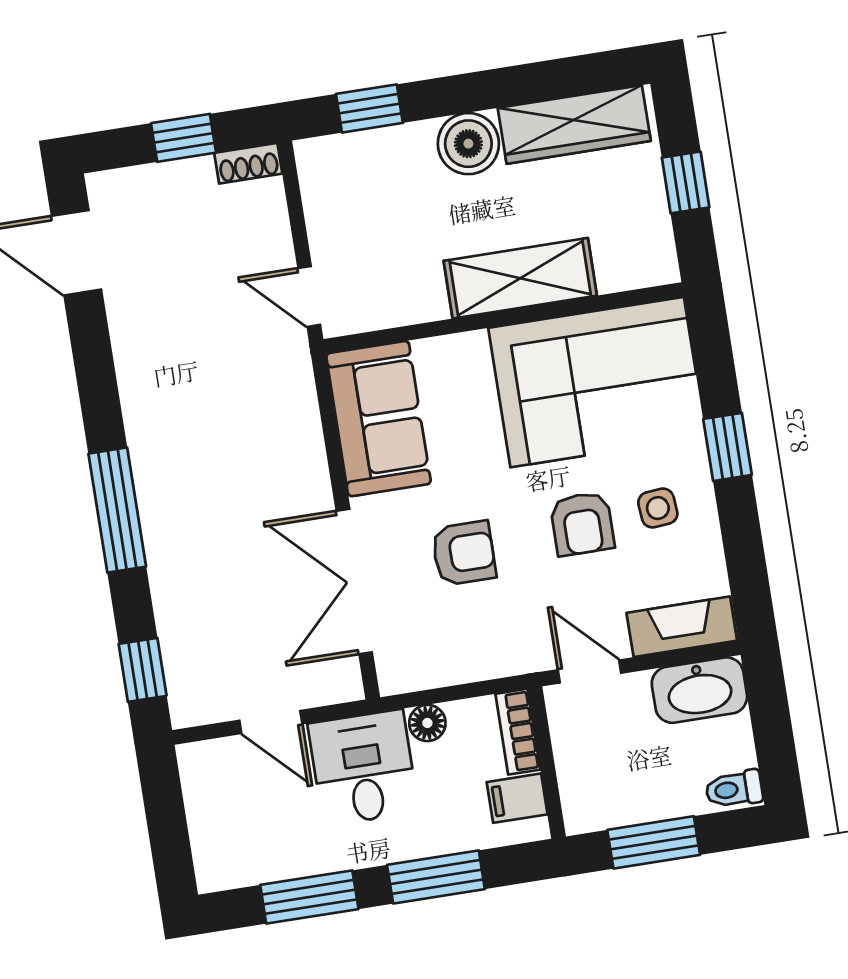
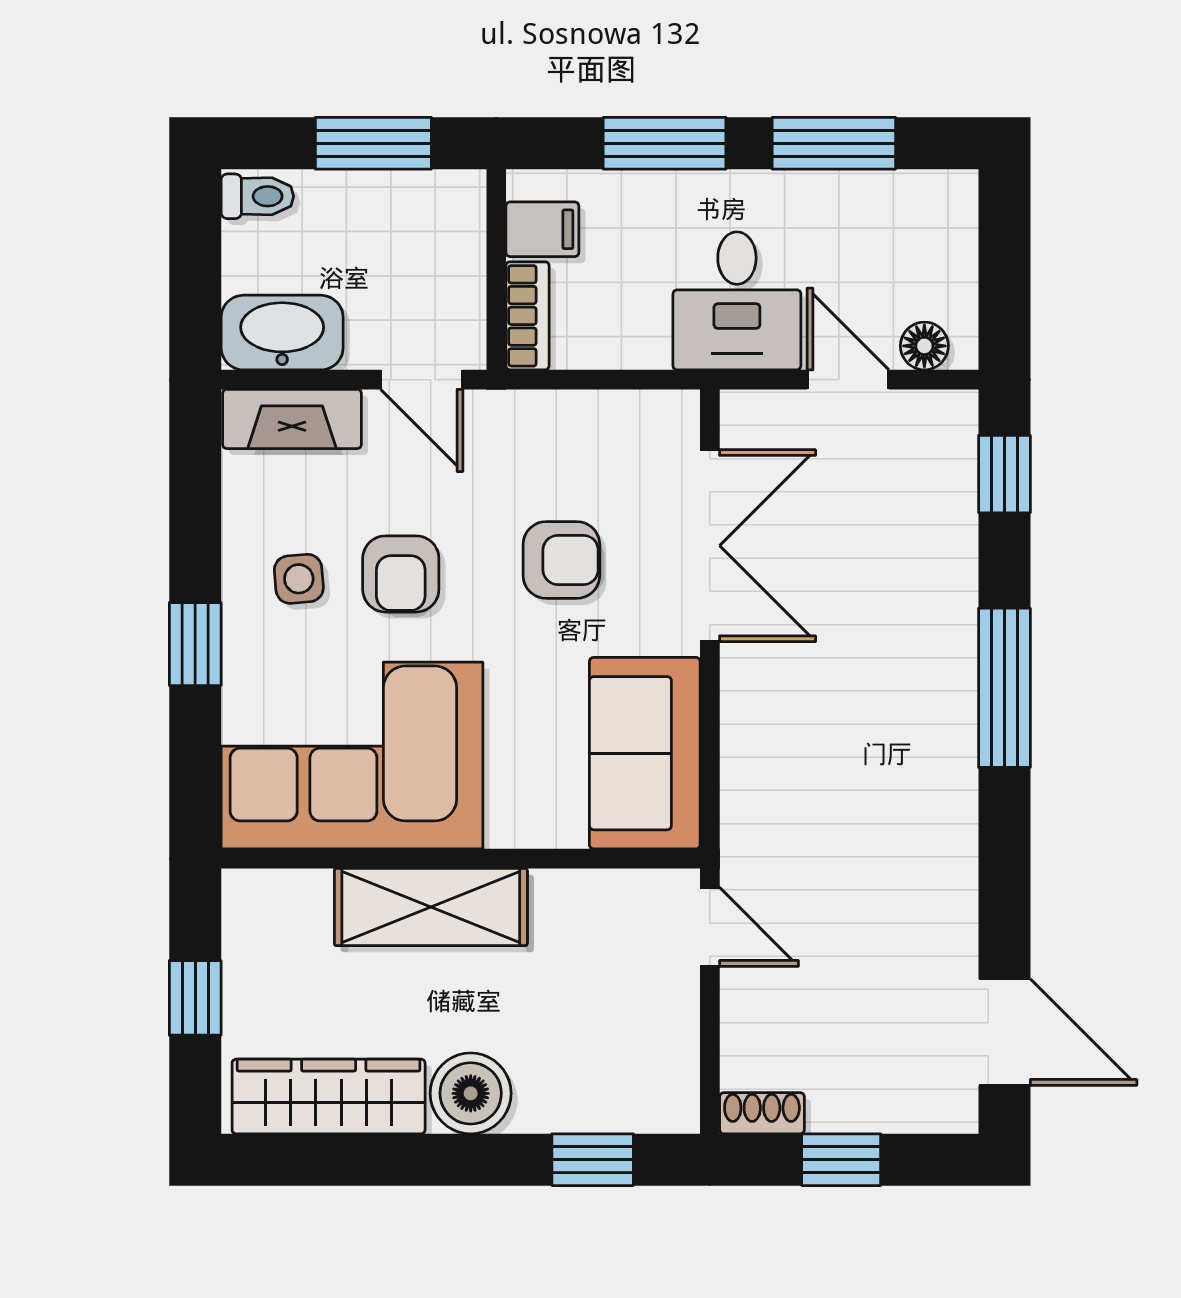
armchair: (582, 524) -> (401, 574), turned 180
armchair: (464, 553) -> (561, 560), turned 180
floor lamp: (427, 723) -> (924, 346), moved

